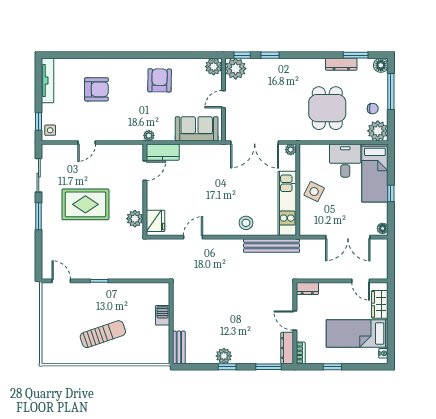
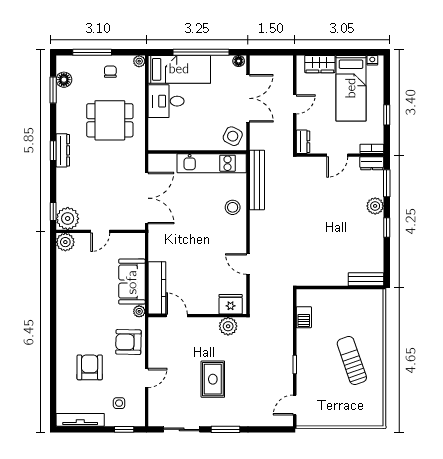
window: (270, 55) -> (53, 151), moved
dresser: (341, 64) -> (63, 150), moved
floor lamp: (381, 65) -> (64, 80), moved
armchair: (160, 80) -> (128, 342), moved
door: (223, 99) -> (100, 231), hinge flipped
sofa: (197, 129) -> (132, 282), moved
side table: (50, 130) -> (119, 403), moved
plant: (378, 131) -> (139, 61), width x0.53, depth x0.53
door: (87, 143) -> (147, 378), hinge flipped
plant: (291, 150) -> (154, 160), removed
kitchen counter: (163, 152) -> (157, 288), width x1.50
side table: (314, 192) -> (233, 136), moved
window: (391, 193) -> (201, 52), width x3.17
rug: (85, 204) -> (213, 379), width x0.73, depth x0.70
door: (361, 281) -> (295, 104), moved
barbecue: (163, 315) -> (304, 317), moved, turned -90
dresser: (287, 348) -> (372, 163), width x0.70
plant: (224, 356) -> (375, 206), moved

